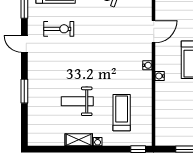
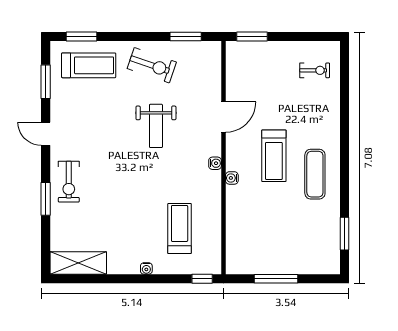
exercise bike: (59, 29) -> (69, 182), moved, turned 90
weight bench: (77, 101) -> (156, 126), moved, turned -90
shelving: (79, 140) -> (78, 263), moved, width x1.50, depth x1.33

